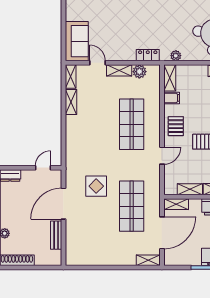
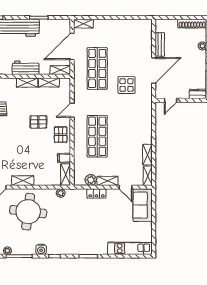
locker: (148, 55) -> (96, 193), moved

